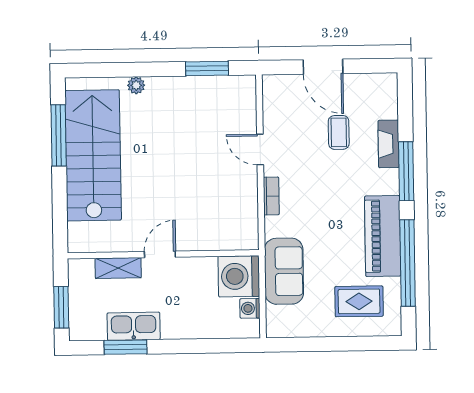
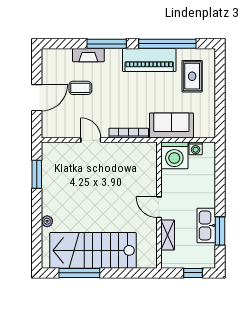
door: (260, 149) -> (91, 140), swing flipped
bookcase: (271, 196) -> (129, 133), width x1.56
window: (61, 307) -> (193, 273), width x0.67

